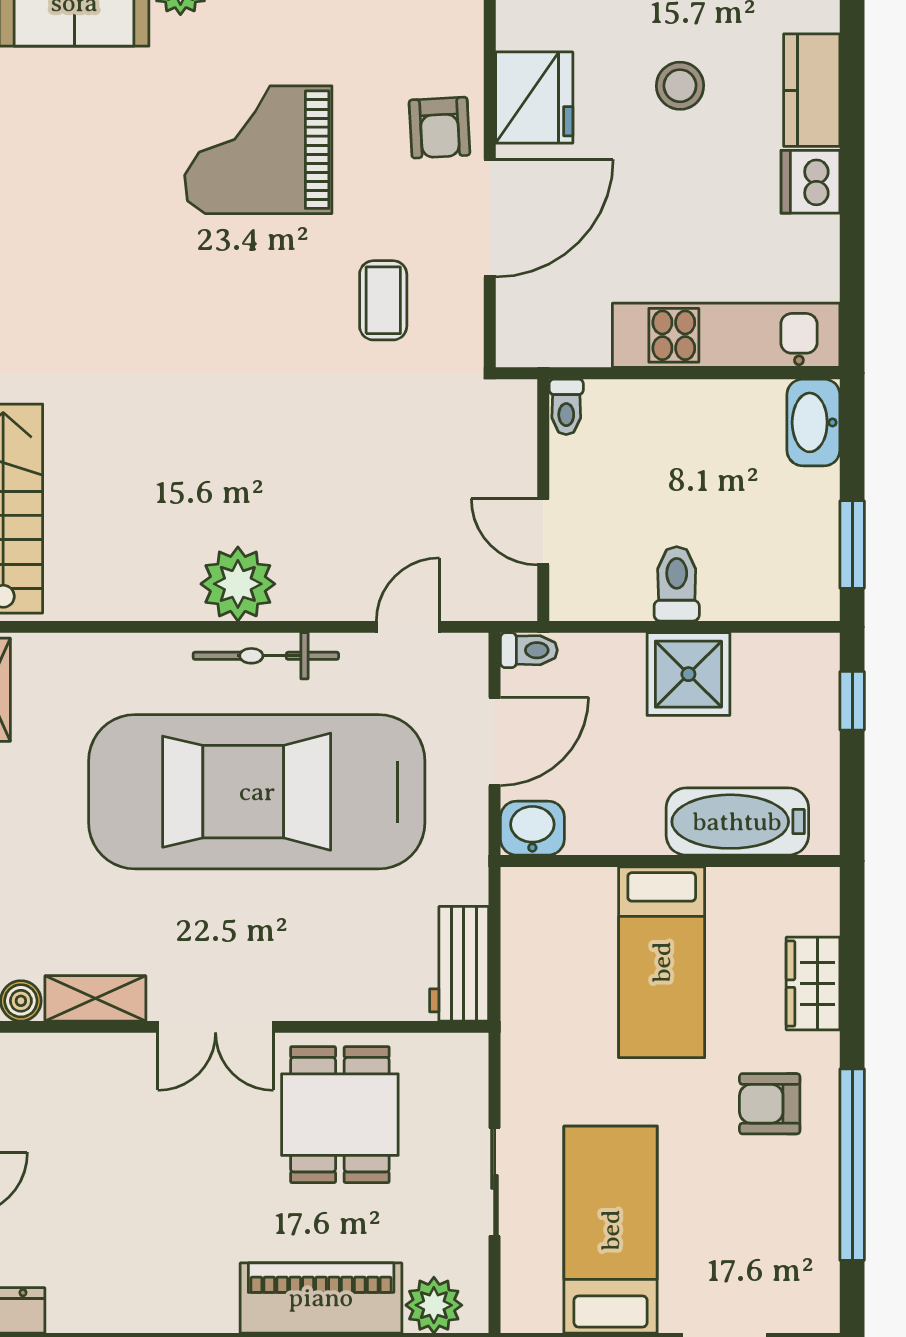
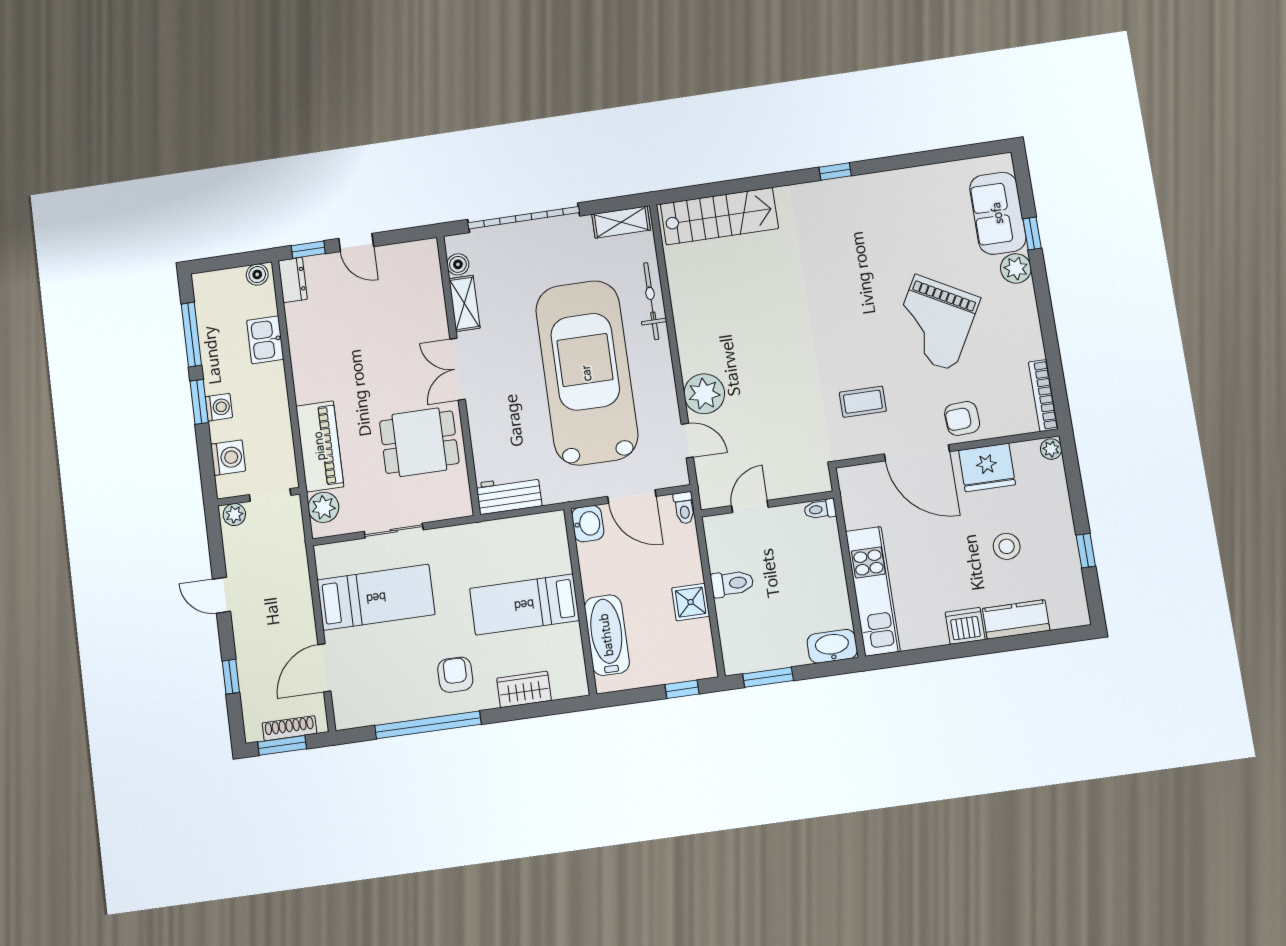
grand piano: (258, 150) -> (934, 323), turned -151
plant: (238, 584) -> (704, 394), moved
bicycle: (266, 656) -> (651, 301), moved
shower: (688, 674) -> (691, 602), width x0.73, depth x0.73

